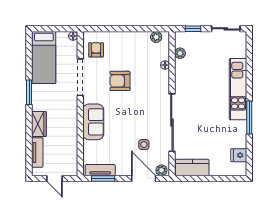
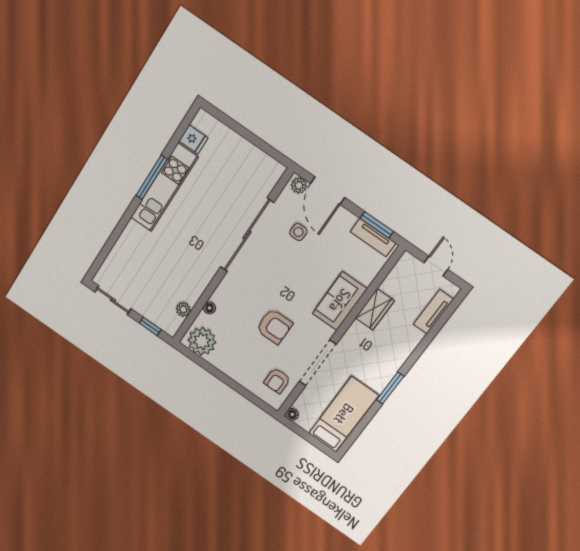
plant: (156, 37) -> (202, 341), width x1.88, depth x1.88
kitchen unit: (238, 89) -> (164, 188), moved
wardrobe: (39, 124) -> (375, 309), moved, turned 180
kitchen counter: (192, 167) -> (259, 163), removed

